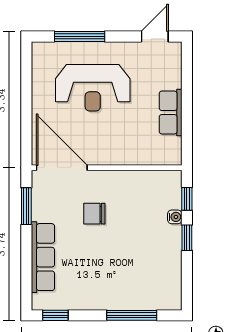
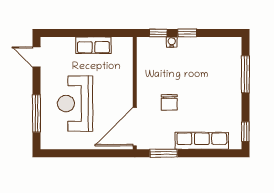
reception desk: (93, 88) -> (75, 104), turned 180

